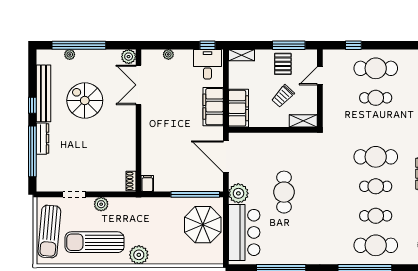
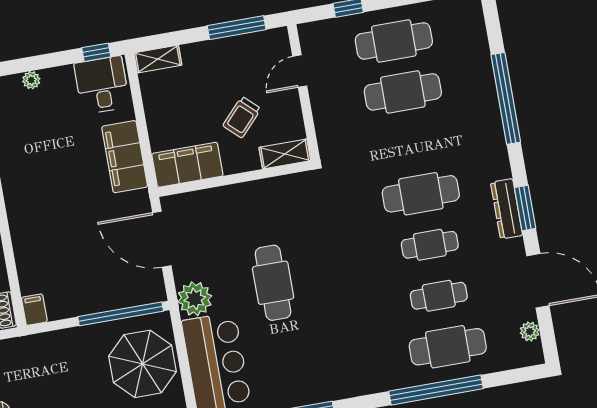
pallet: (283, 64) -> (232, 62), removed
cafe table: (376, 98) -> (403, 92), width x1.37, depth x1.35
filing cabinet: (238, 108) -> (187, 165), moved, turned -90

